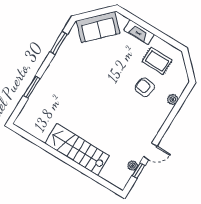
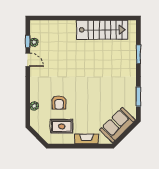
armchair: (145, 87) -> (59, 102), turned 83
stairs: (77, 150) -> (102, 30), moved
door: (150, 151) -> (28, 60), swing flipped

